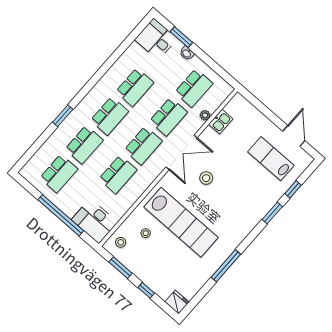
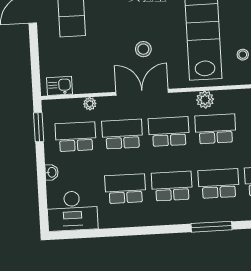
window: (181, 37) -> (39, 127), moved
desk: (156, 39) -> (72, 211), width x1.37
window: (63, 116) -> (212, 227), width x1.44
kitchen sink: (221, 122) -> (60, 86), moved
plant: (141, 185) -> (205, 100), added

